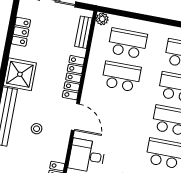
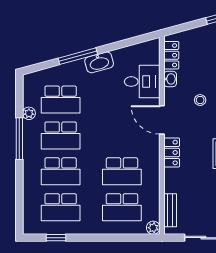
locker: (73, 78) -> (172, 152), width x0.66
washbasin: (61, 153) -> (170, 79), added

